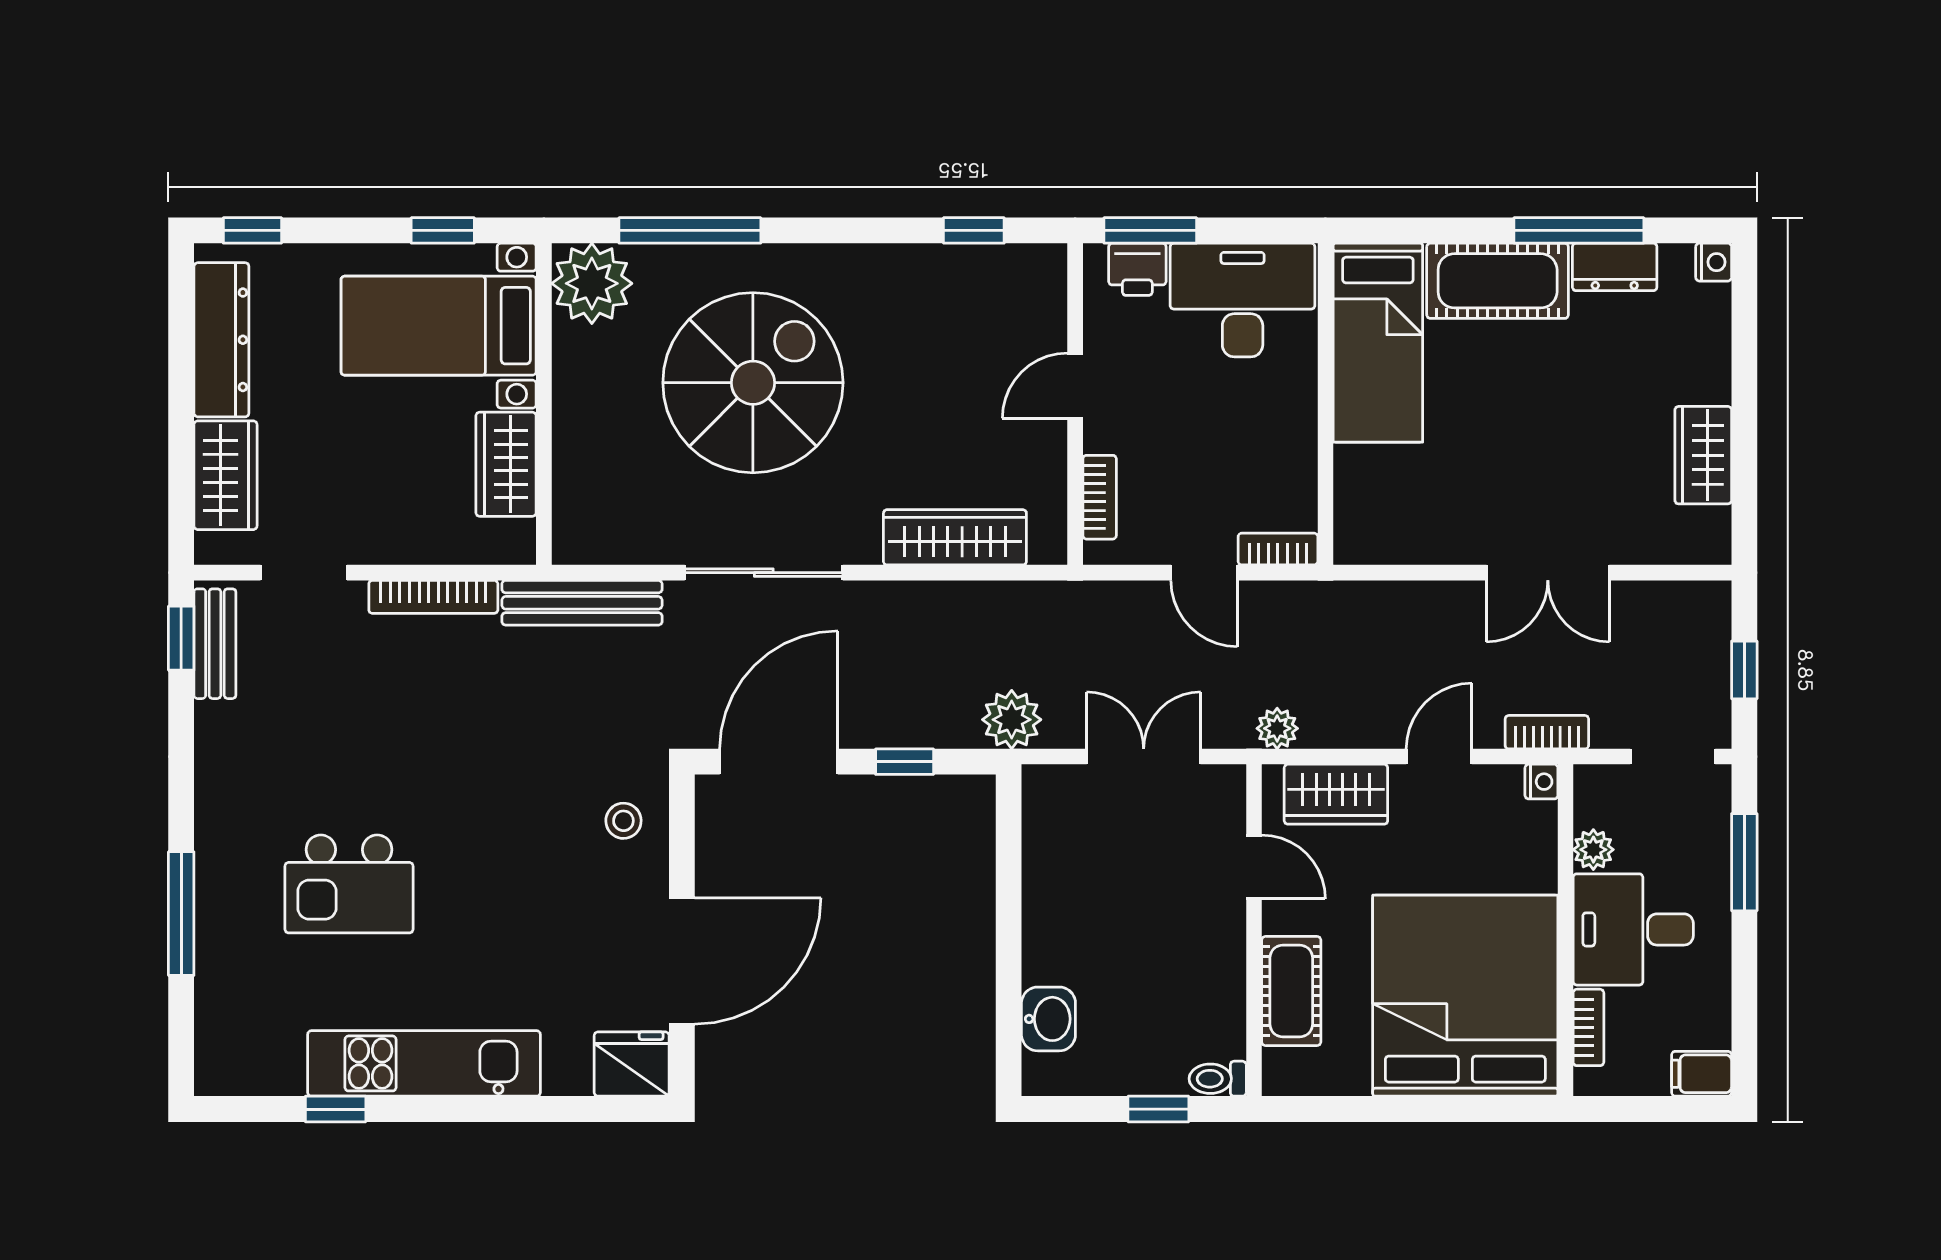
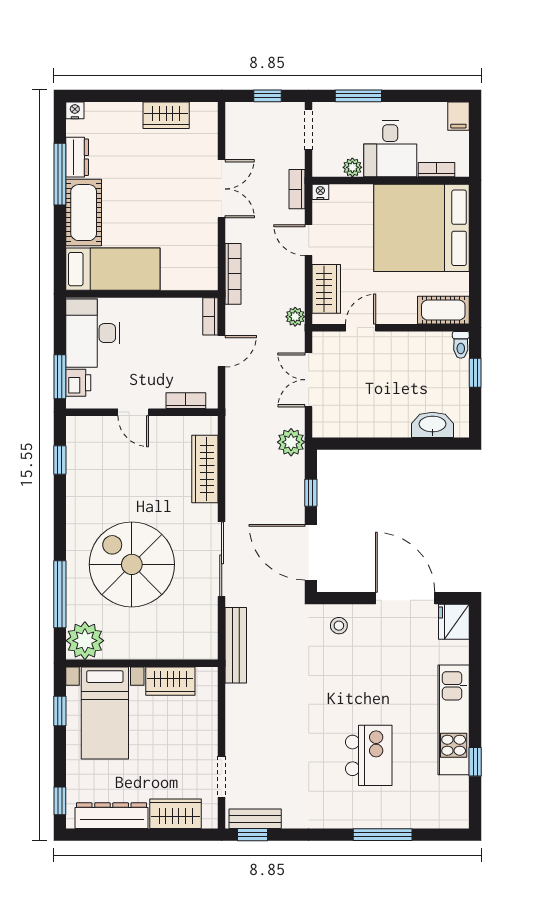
bookcase: (433, 597) -> (233, 274), moved
cot: (1291, 991) -> (443, 310), moved
washbasin: (1048, 1019) -> (433, 425), width x1.38

